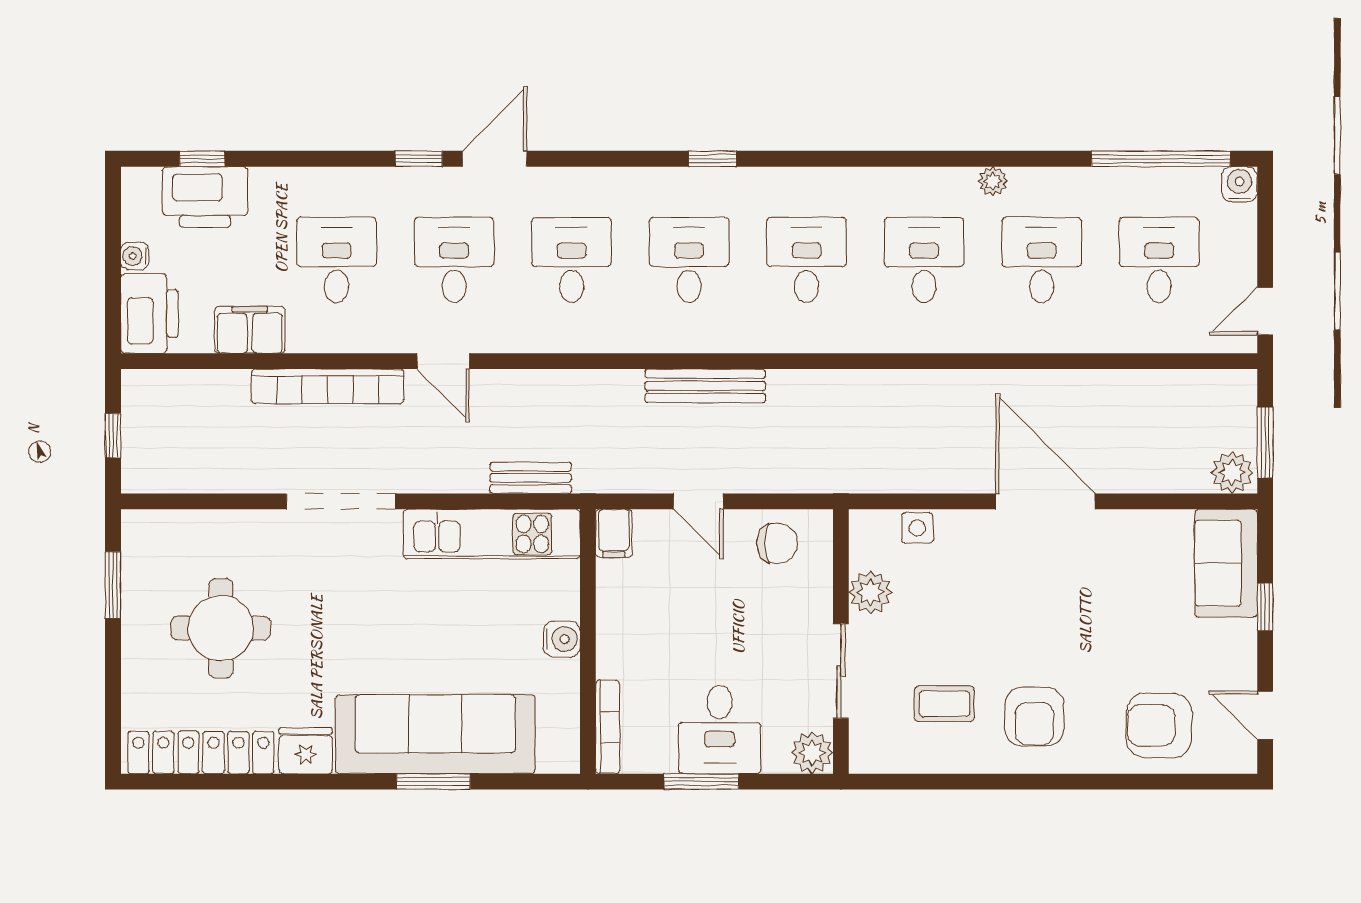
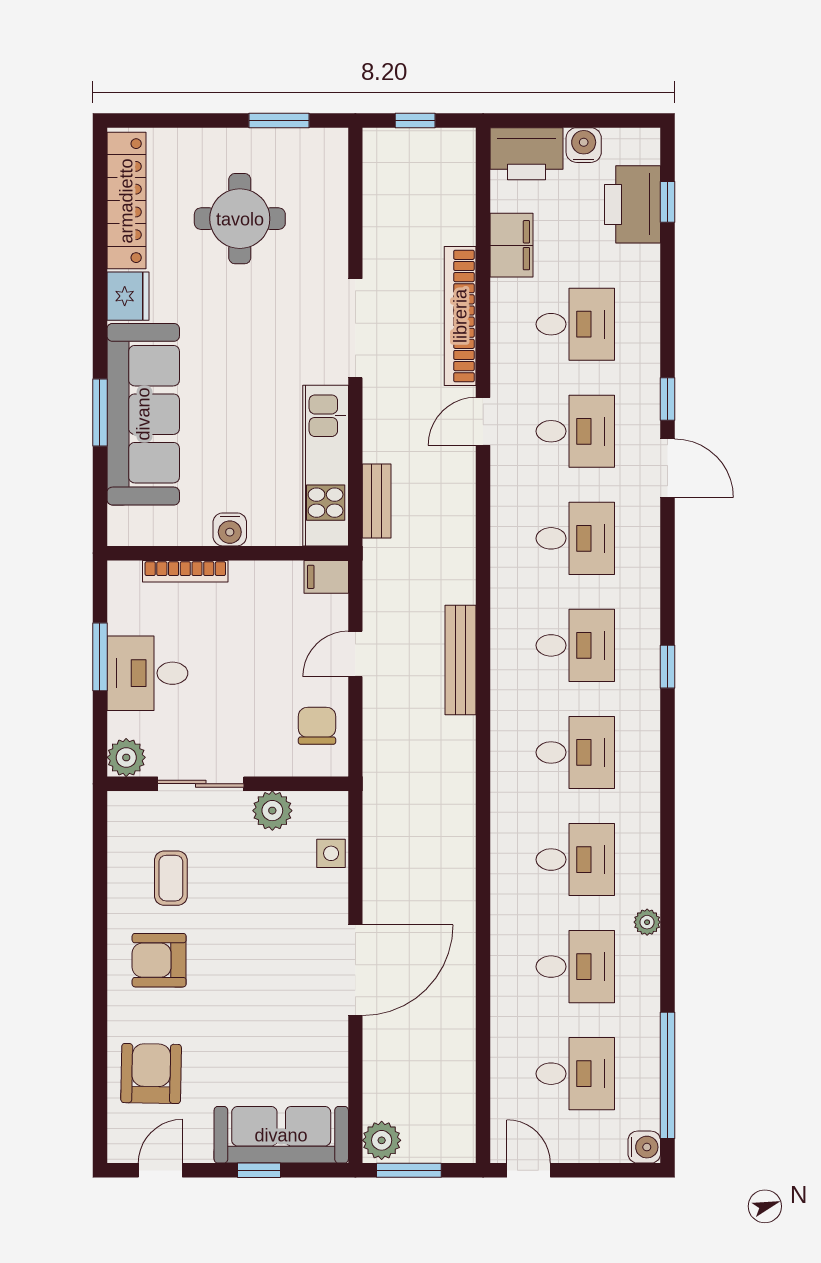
water cooler: (135, 256) -> (584, 145), width x1.38, depth x1.38
chair: (777, 543) -> (317, 726), turned 180
sofa: (1226, 563) -> (281, 1135), width x1.36
bookcase: (608, 727) -> (185, 571), moved

